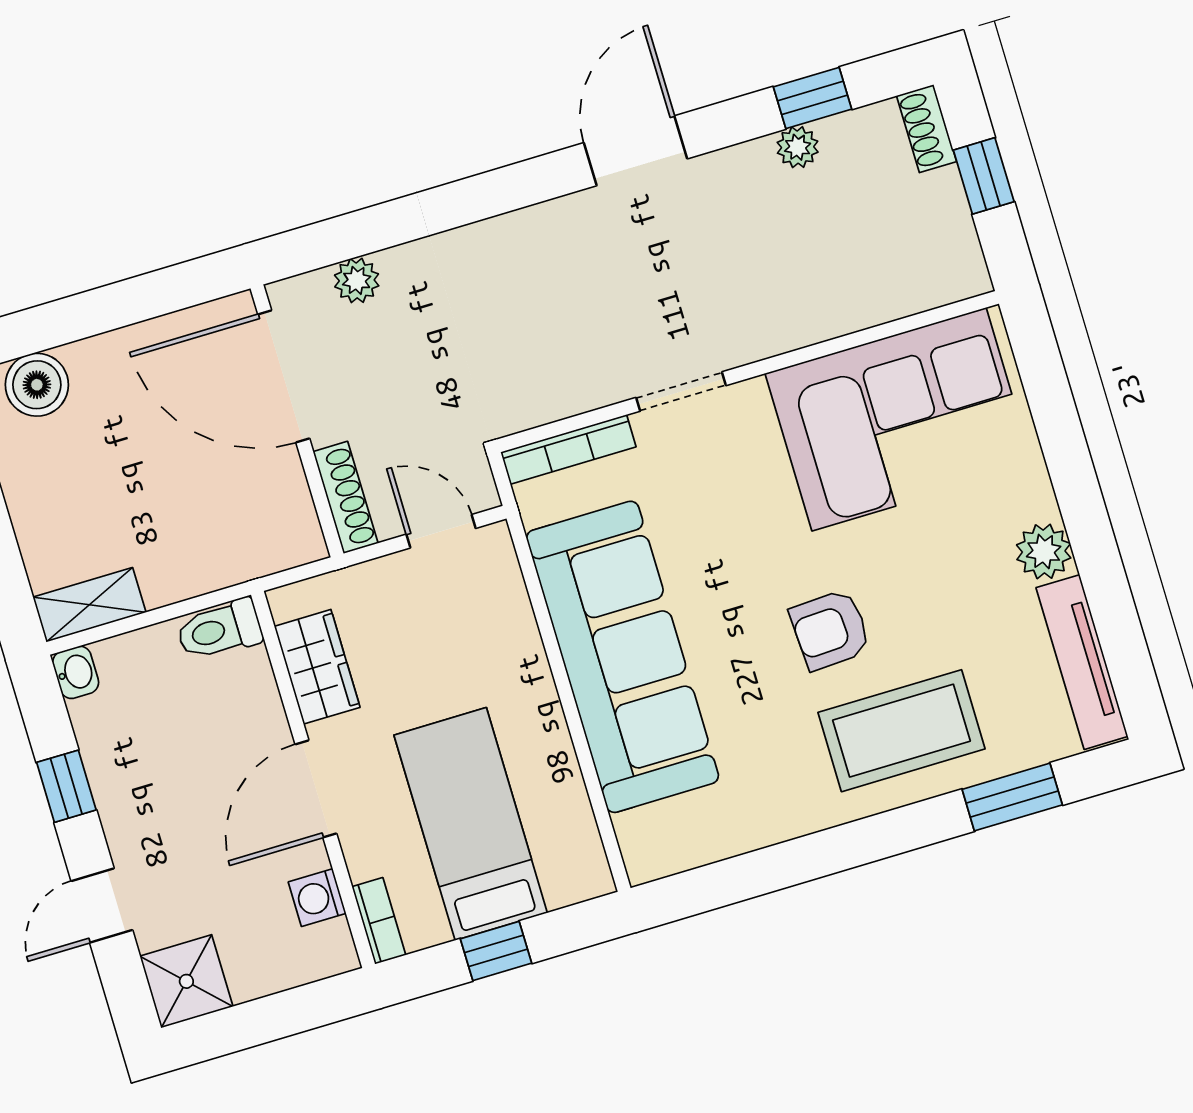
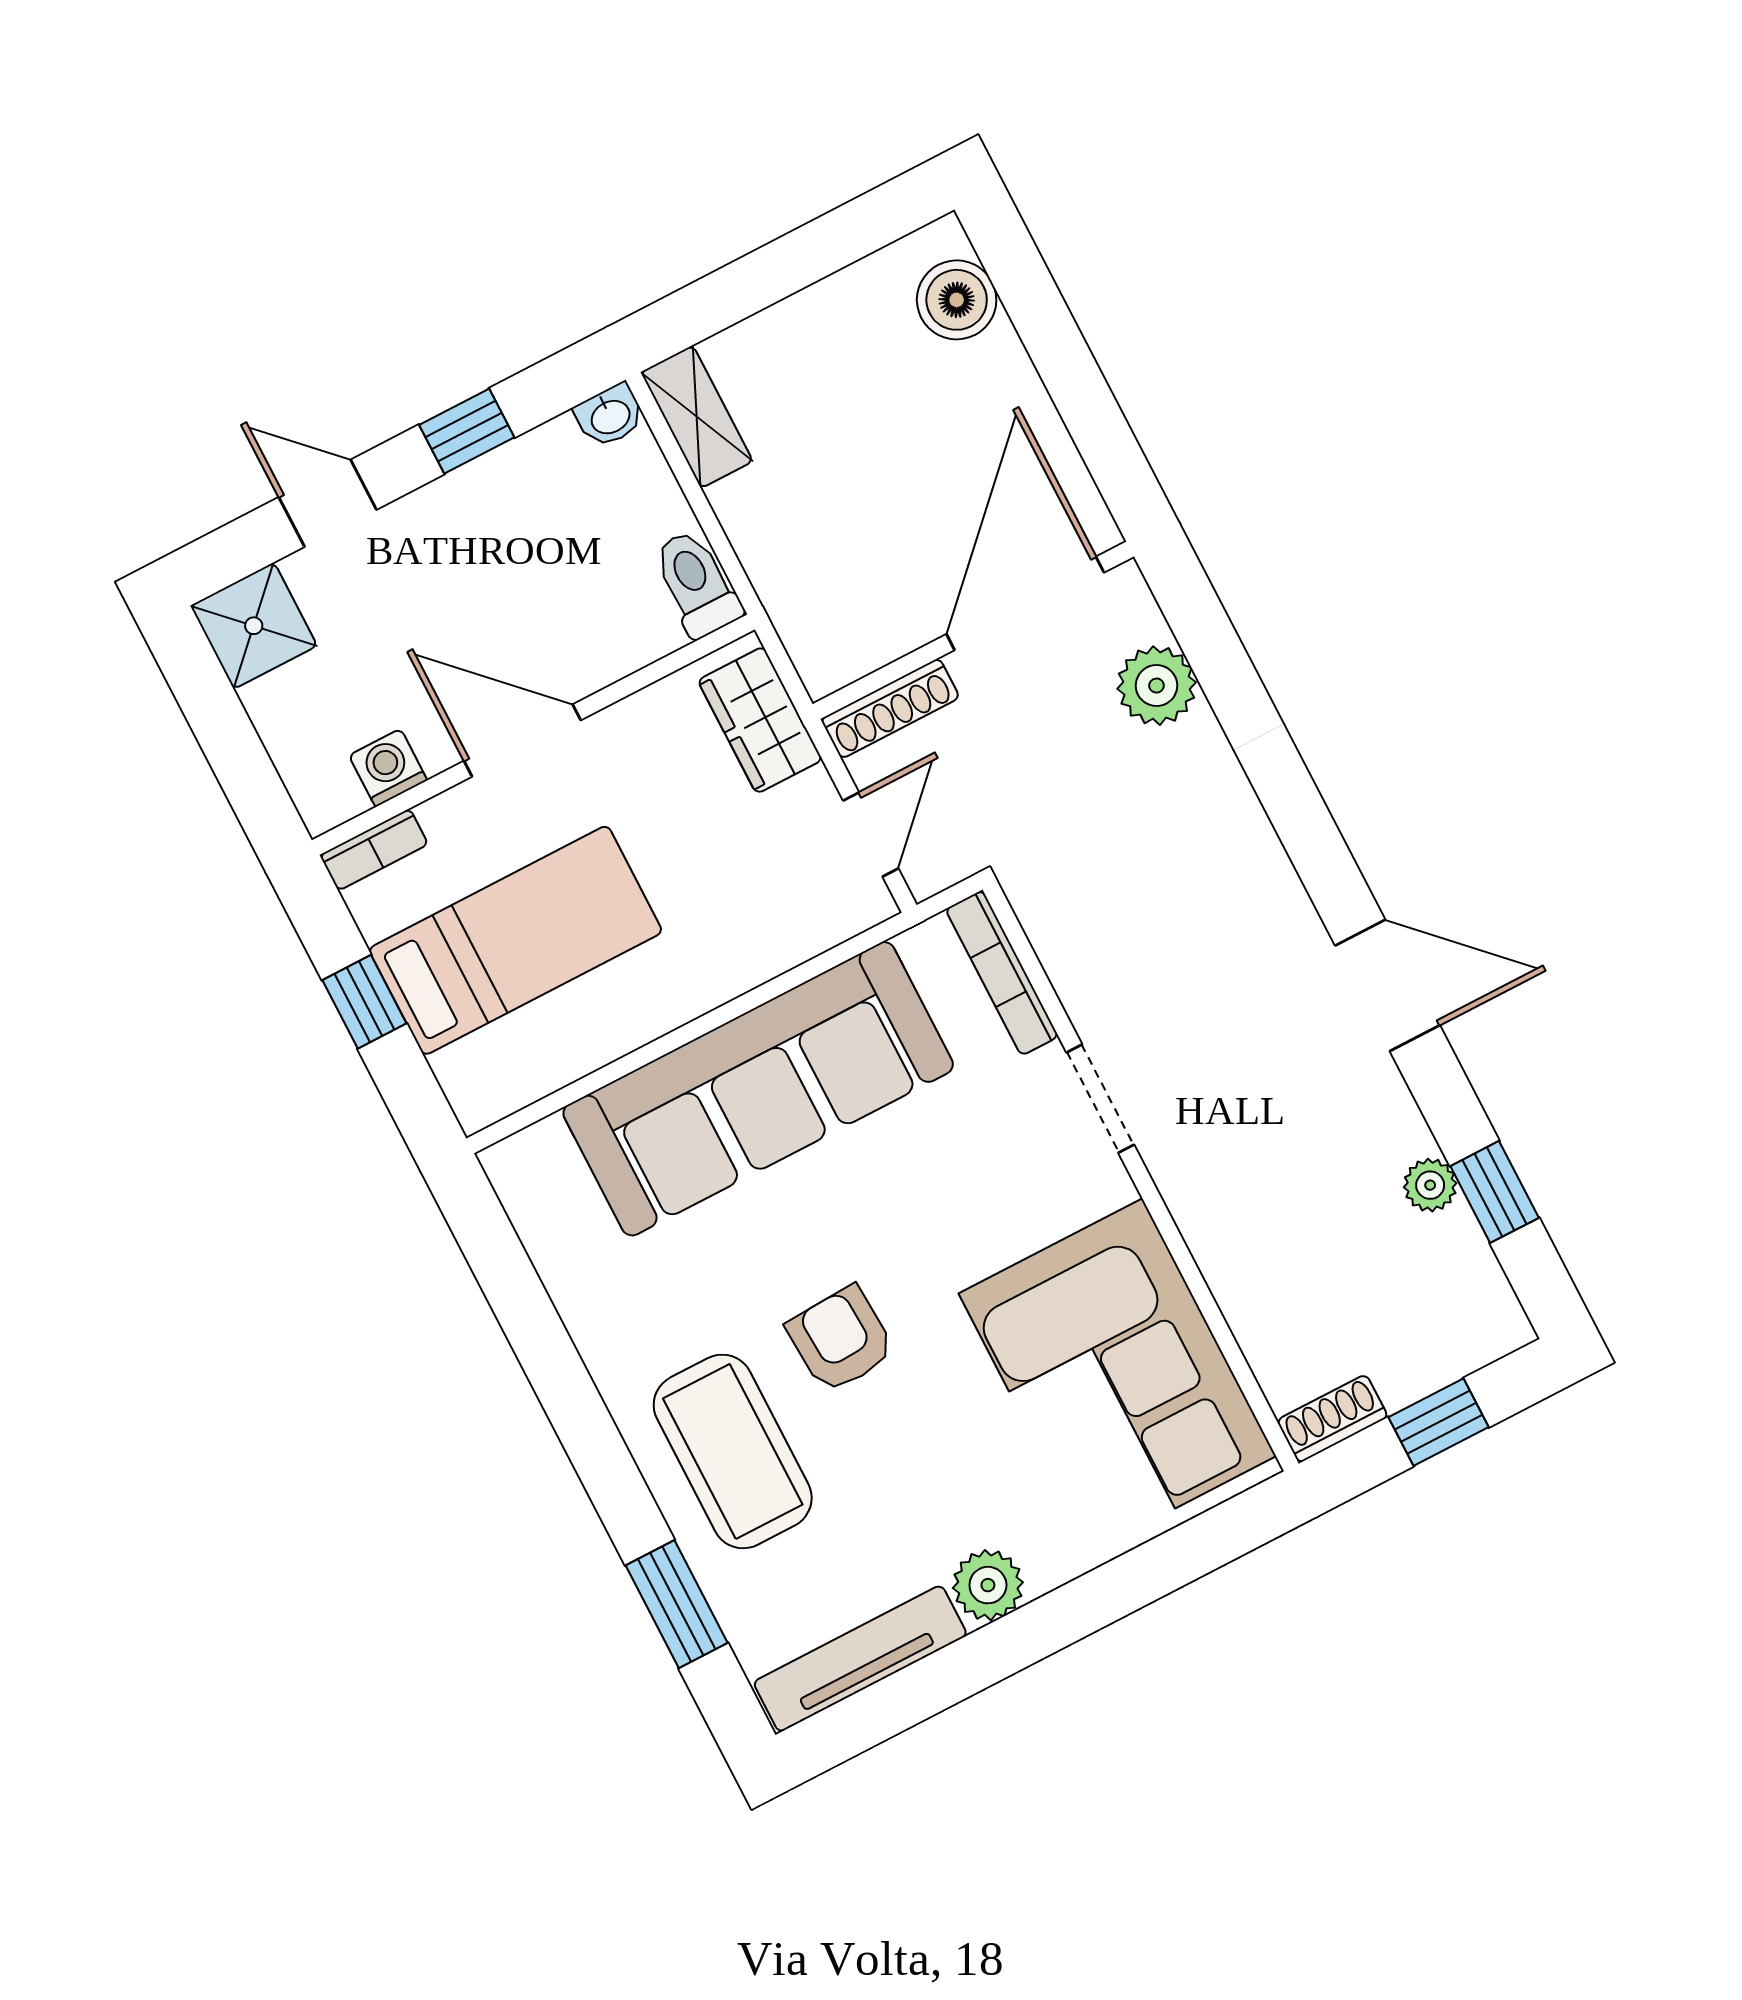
shoe rack: (926, 129) -> (1332, 1419), moved
plant: (357, 280) -> (1157, 686), width x1.38, depth x1.38
wardrobe: (317, 667) -> (760, 720), moved, turned 90

